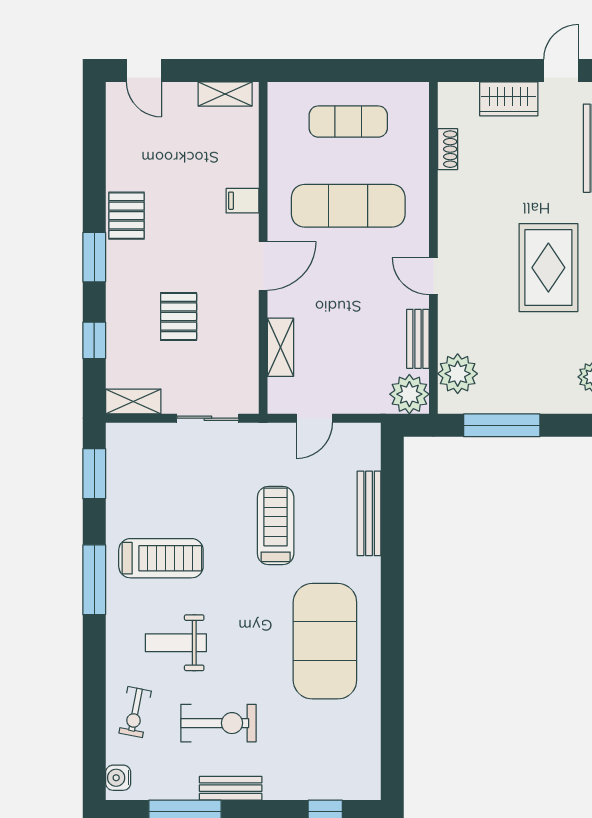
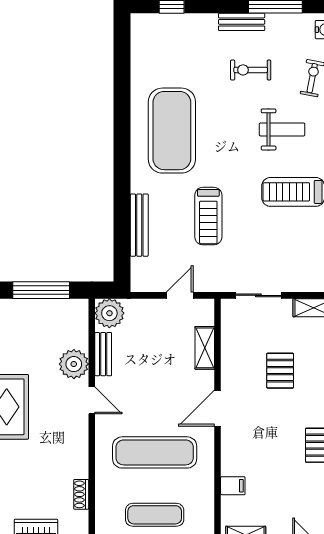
filing cabinet: (242, 201) -> (233, 486), moved
plant: (458, 374) -> (74, 364), moved
exercise bike: (218, 723) -> (251, 70), width x0.73, depth x0.72

